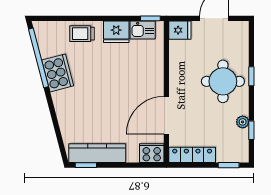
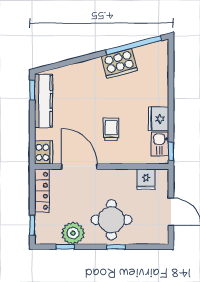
fridge: (180, 30) -> (146, 179), moved
trolley: (82, 34) -> (111, 129), moved
plant: (243, 122) -> (73, 233), width x1.87, depth x1.87

